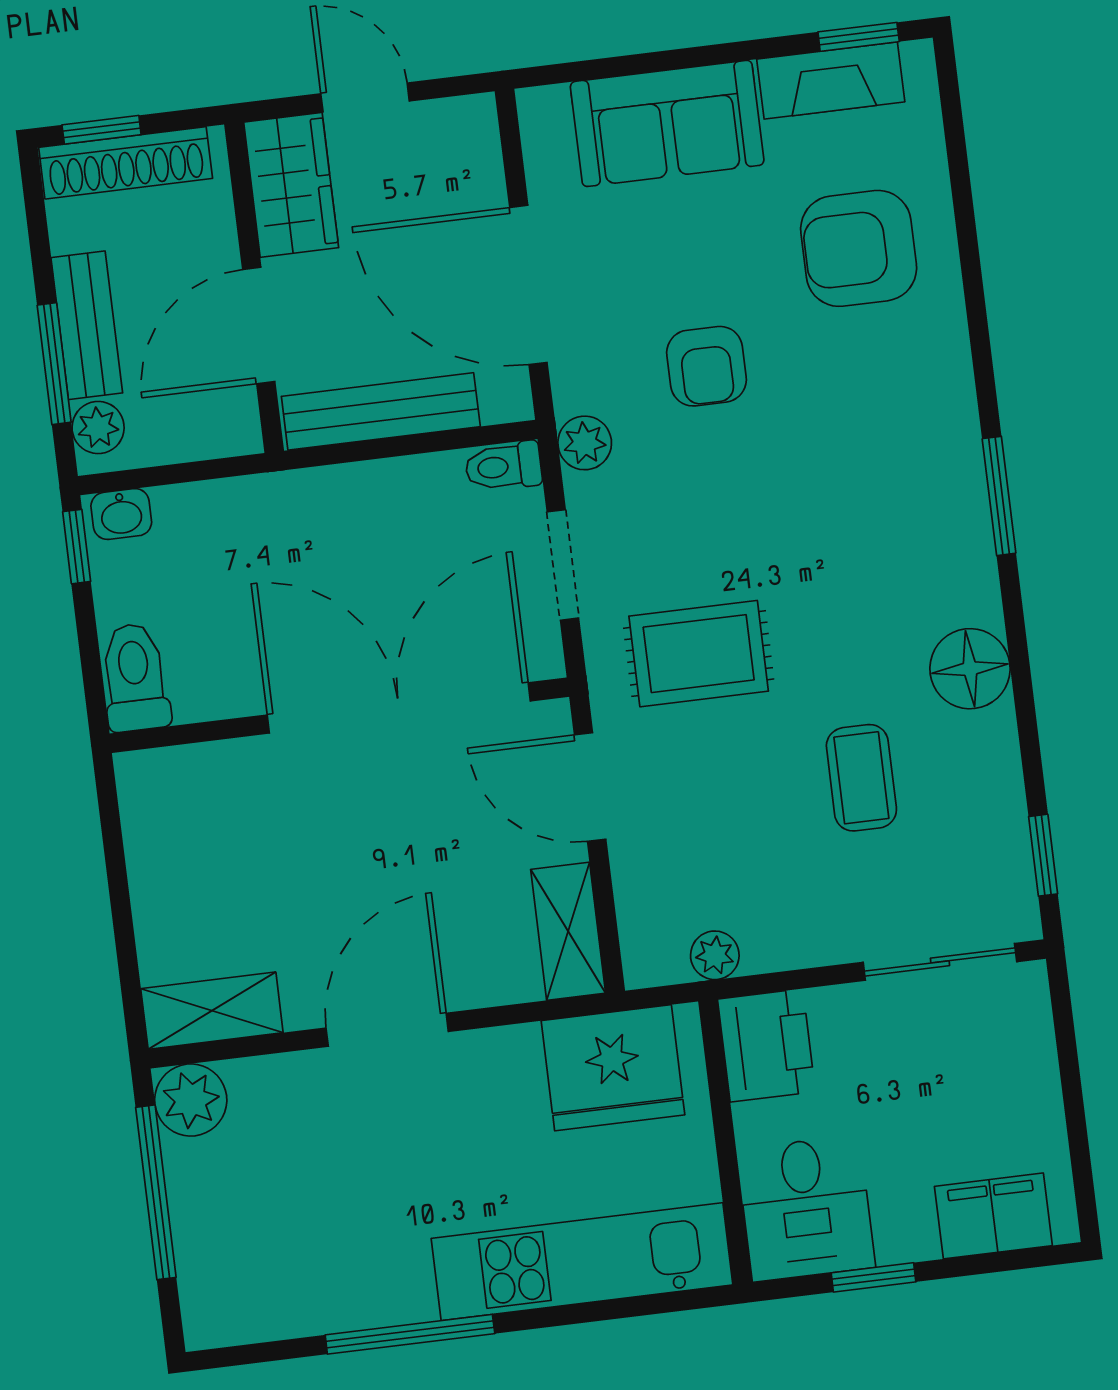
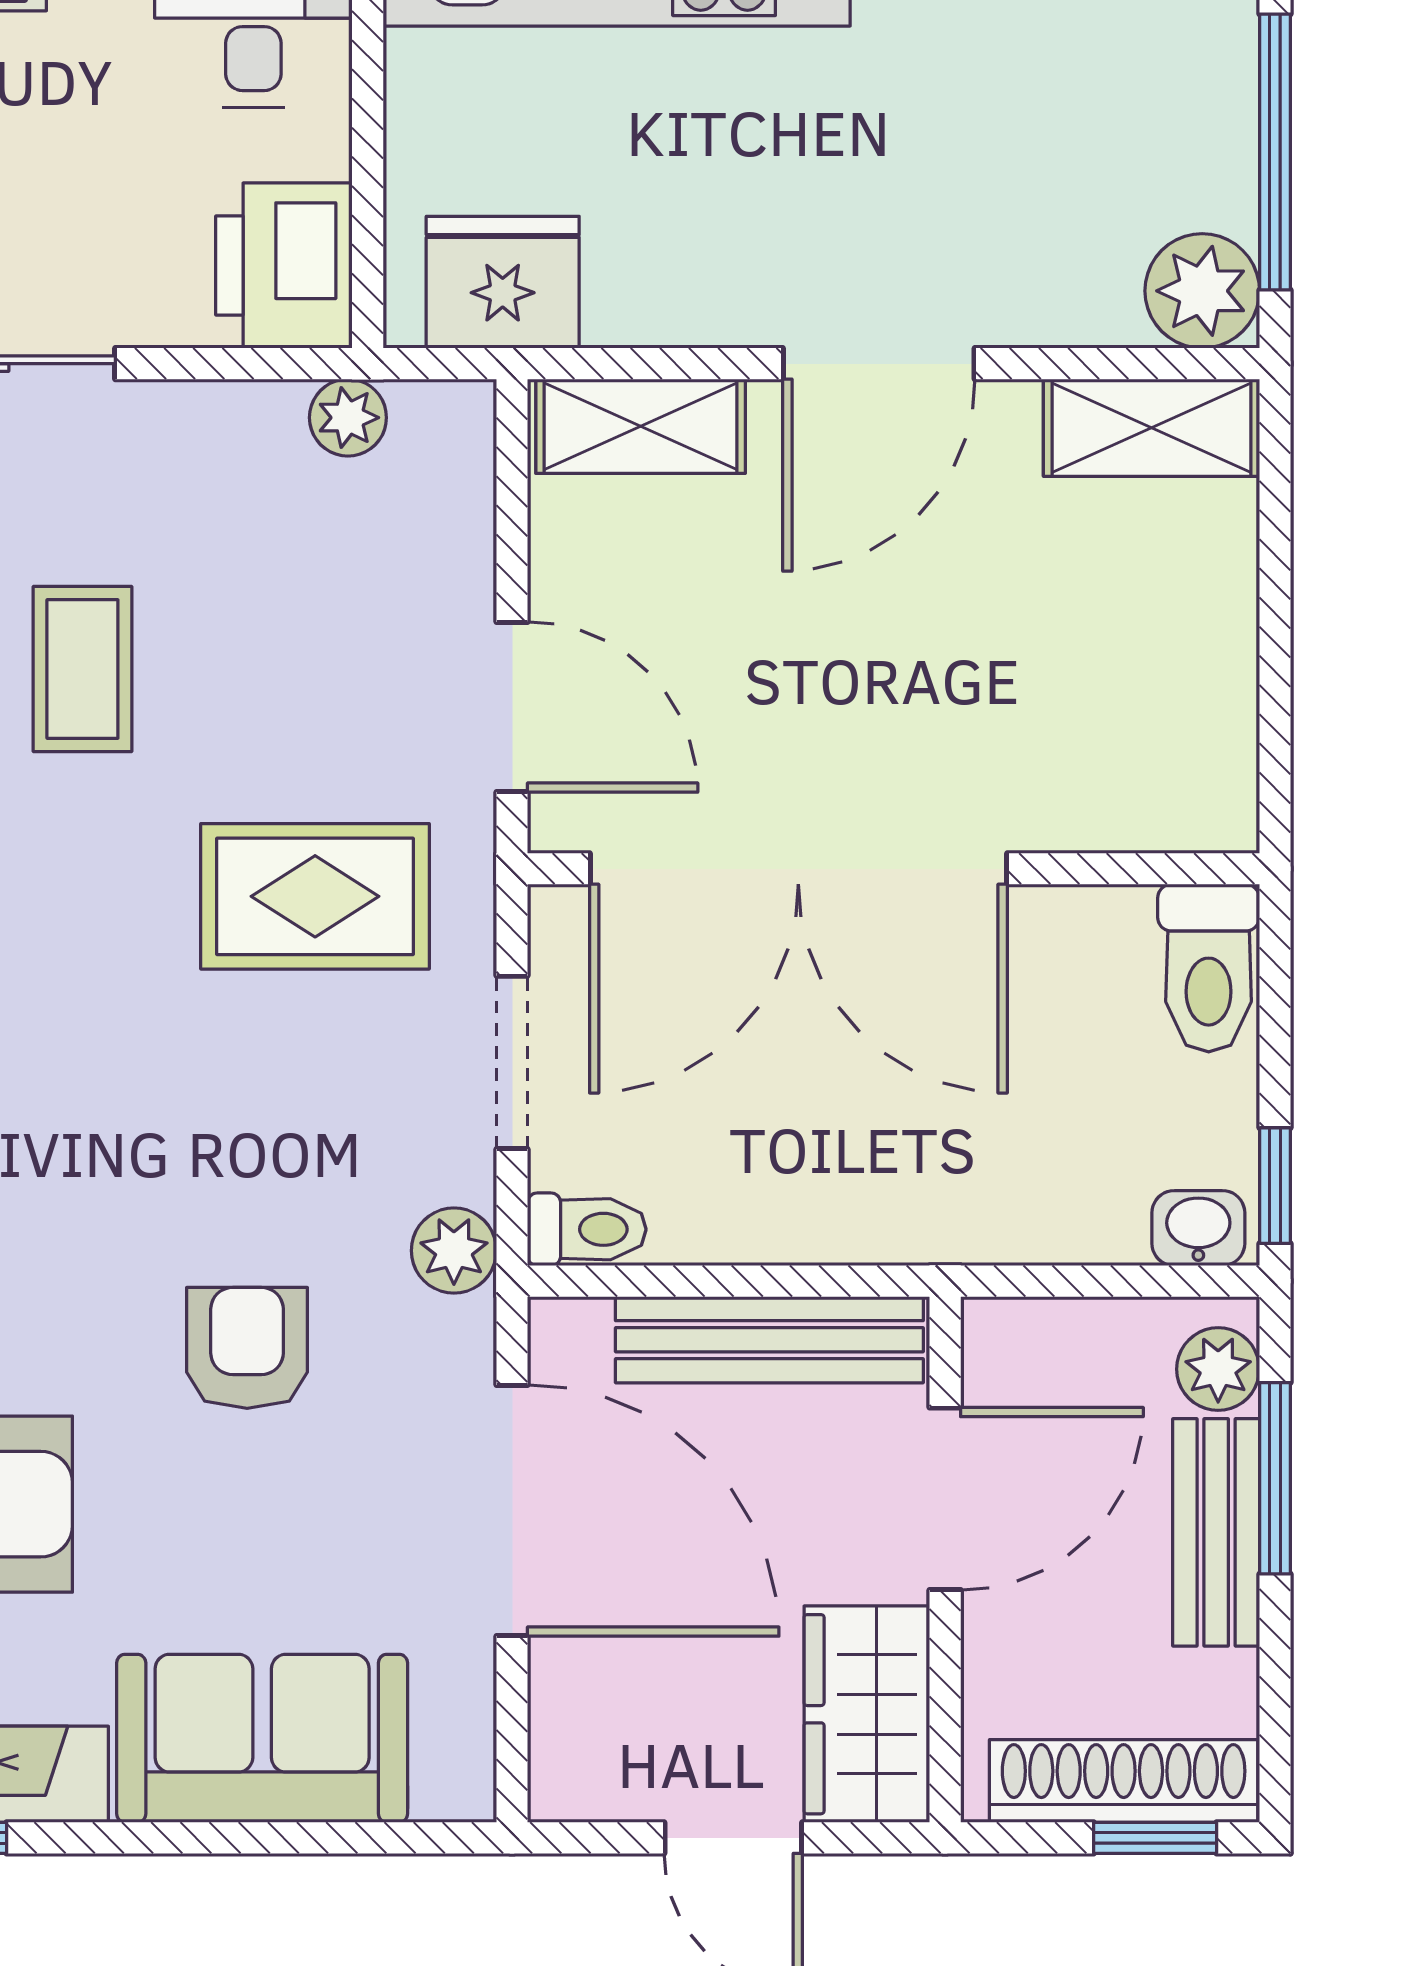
shelving: (568, 931) -> (641, 426), moved, turned 90
fridge: (613, 1068) -> (503, 282), width x0.73, depth x0.75

